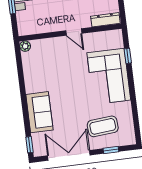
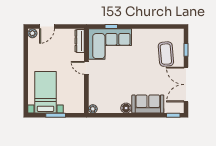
door: (74, 32) -> (86, 68), swing flipped
corner sofa: (109, 76) -> (110, 44), moved
floor lamp: (31, 86) -> (126, 108), added

